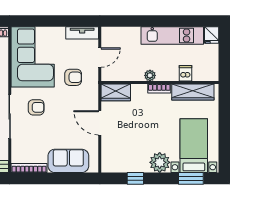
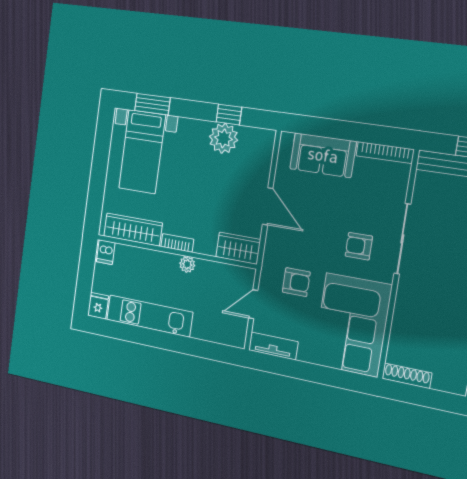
dishwasher: (185, 73) -> (106, 252), moved
armchair: (73, 77) -> (296, 282), turned 180
plant: (160, 162) -> (224, 138), moved

